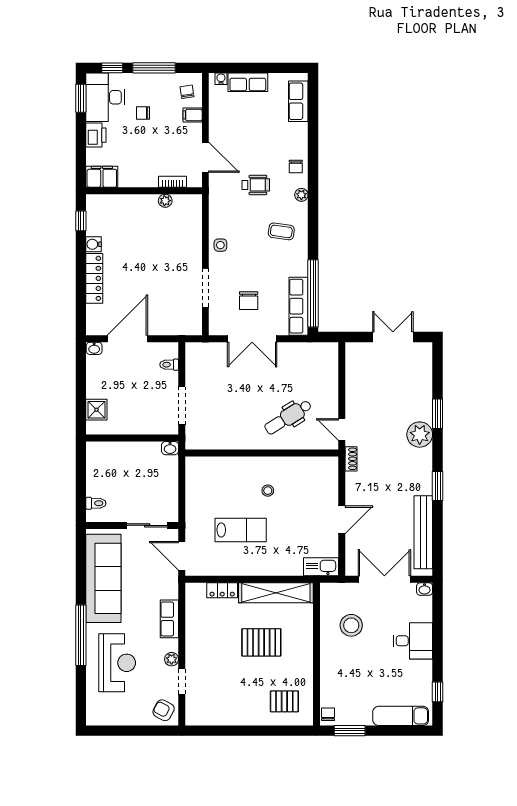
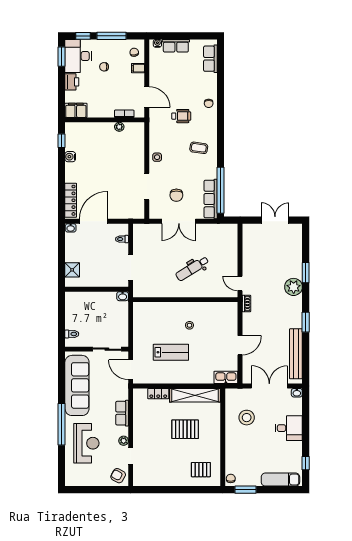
plant: (301, 195) -> (213, 123), removed
locker: (94, 278) -> (71, 200), moved
dental chair: (288, 417) -> (192, 269), moved

